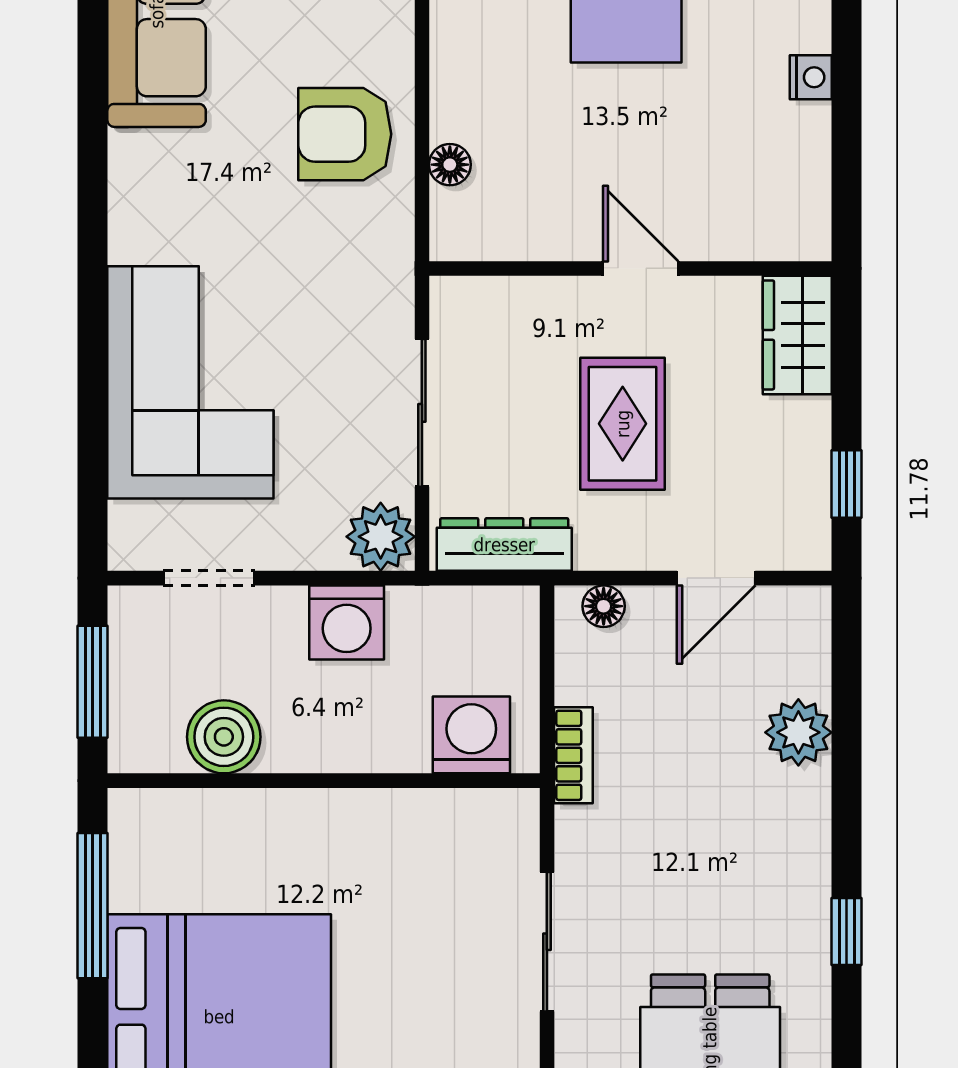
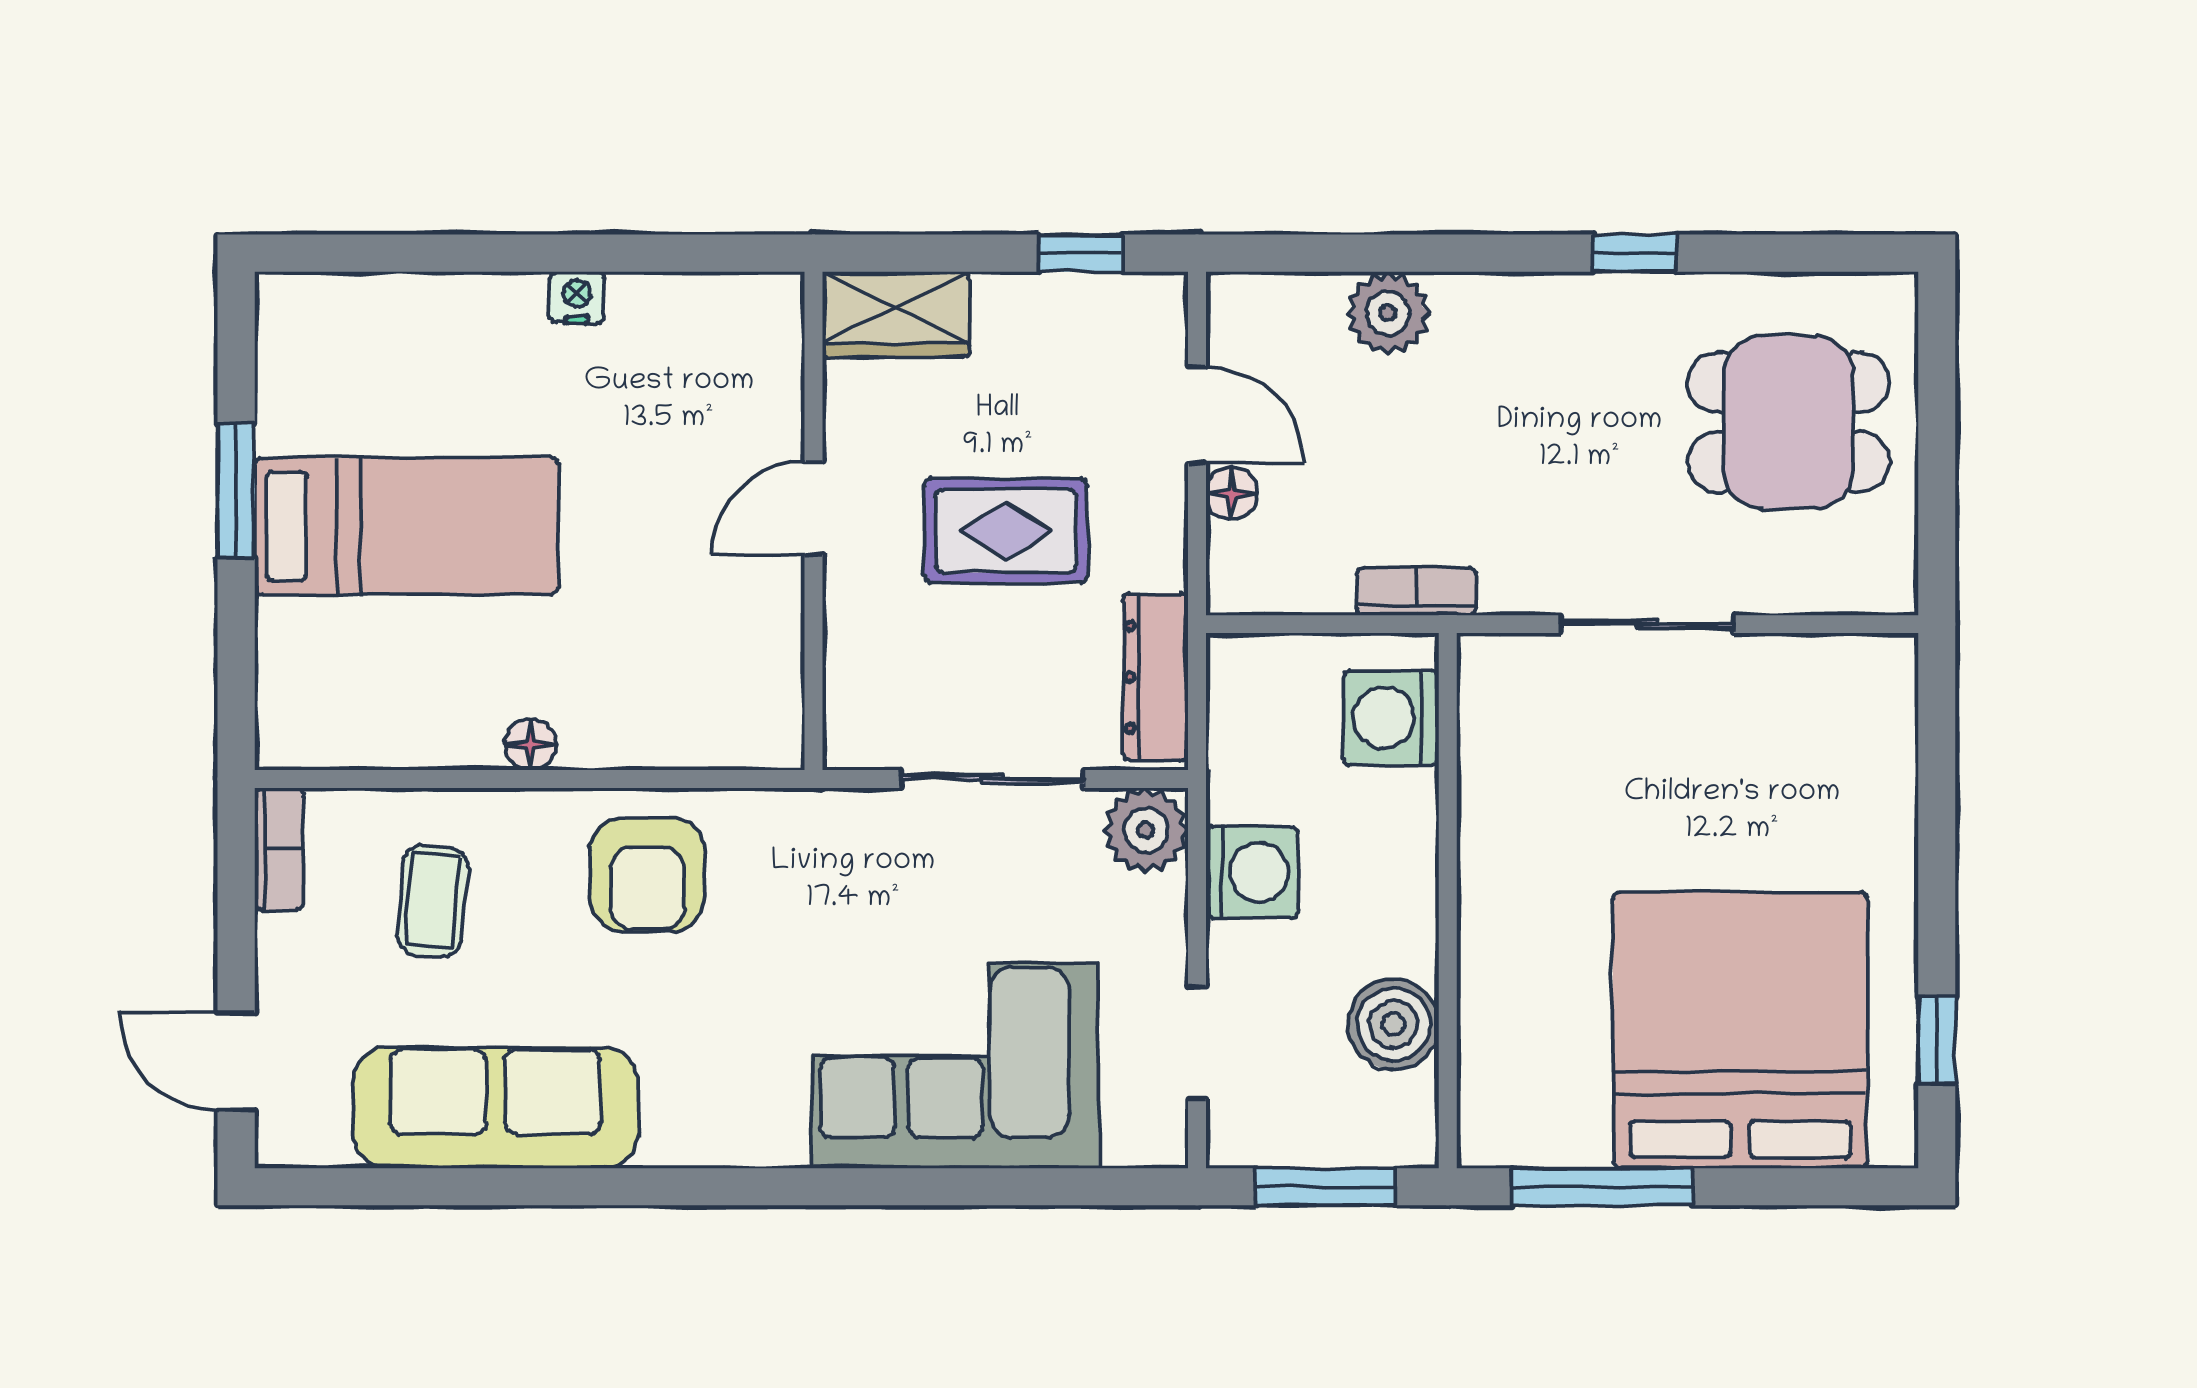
floor lamp: (450, 165) -> (531, 744), moved
floor lamp: (604, 606) -> (1232, 493), moved

